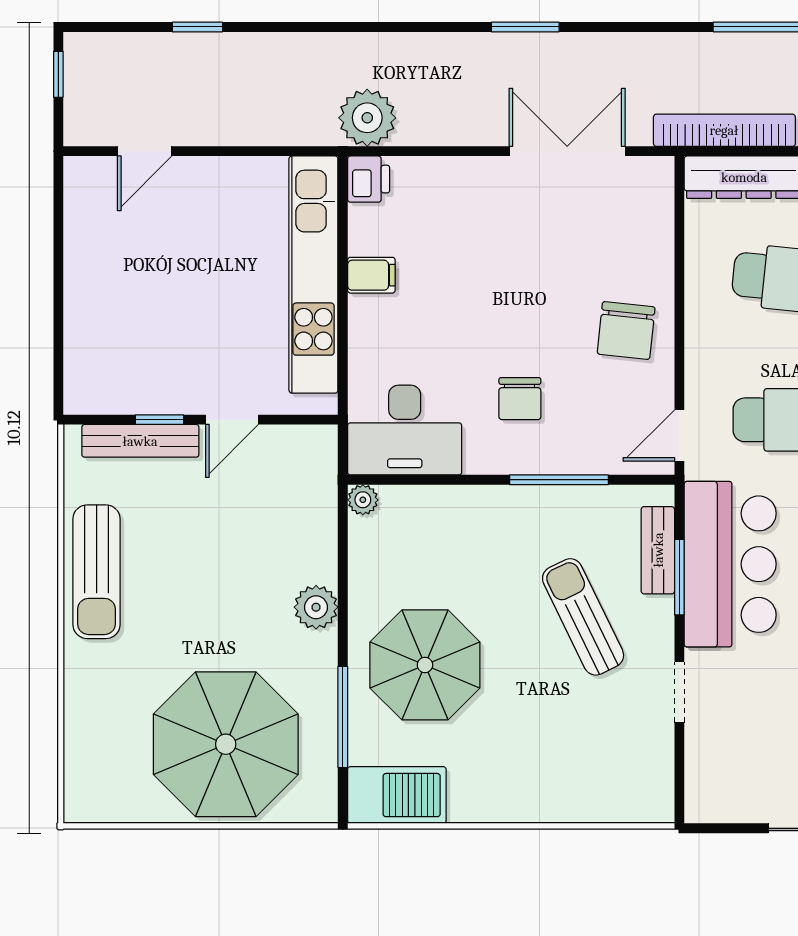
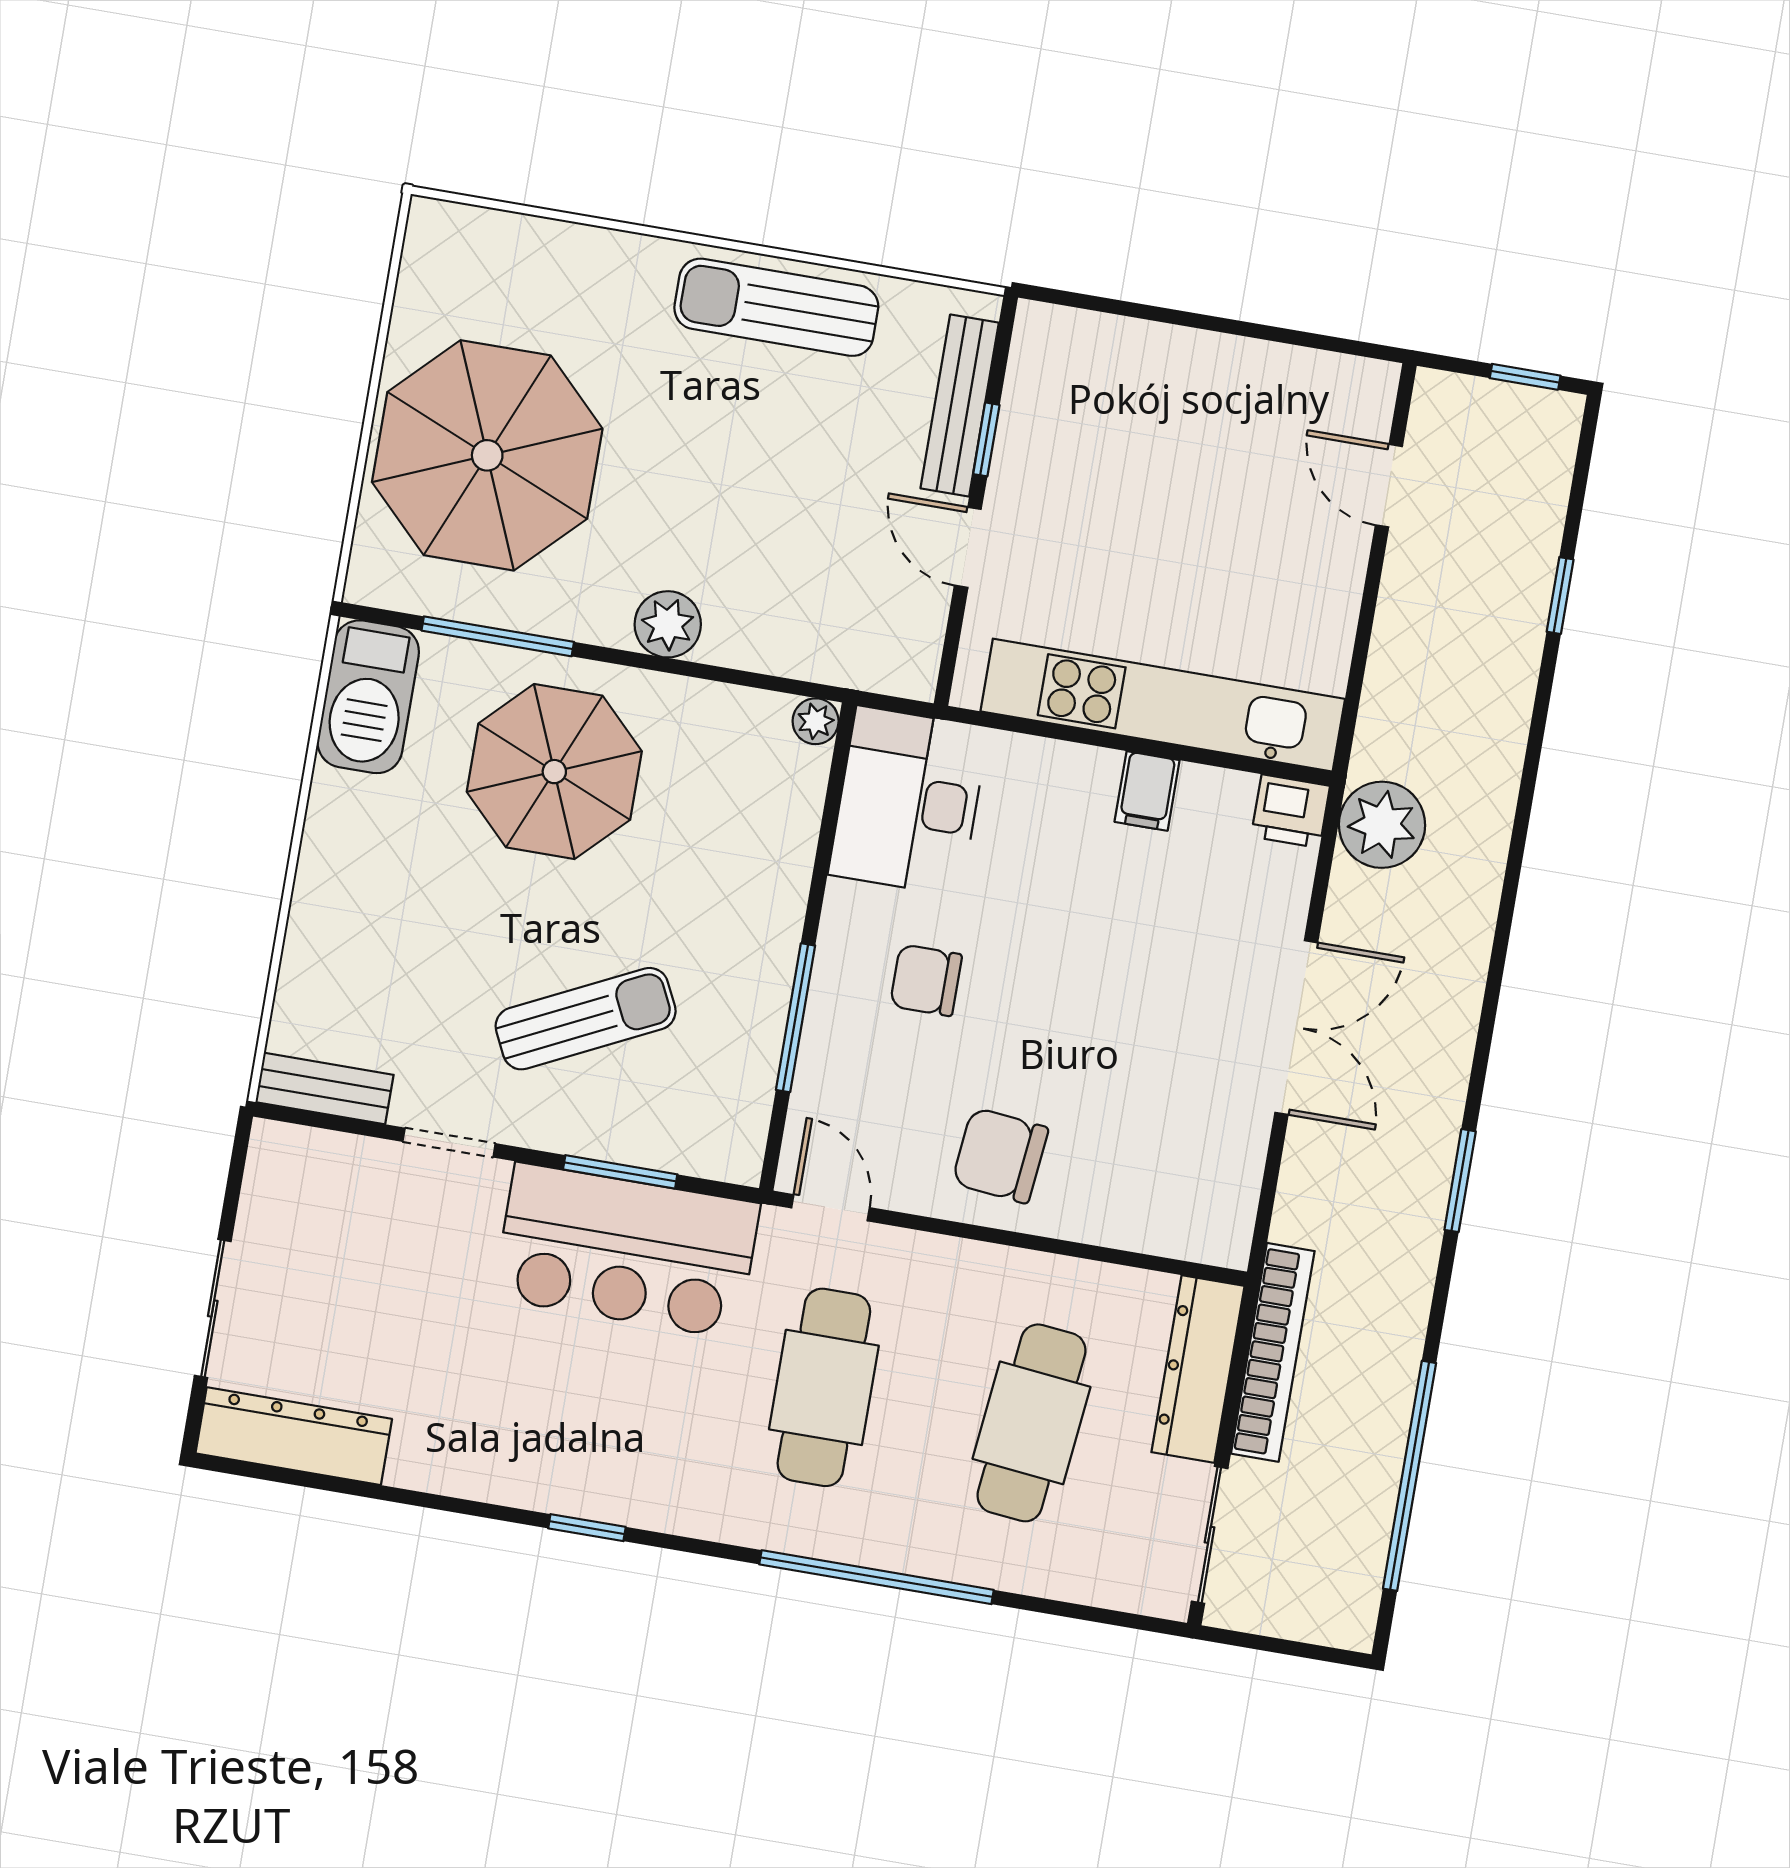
window: (525, 27) -> (1460, 1181), moved
double door: (567, 151) -> (1296, 1028), moved
bench: (658, 550) -> (325, 1088), moved

